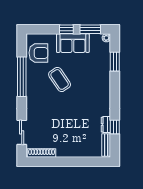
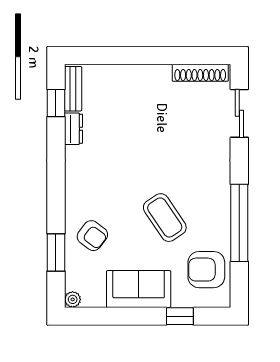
window: (66, 29) -> (180, 316), moved
window: (90, 29) -> (104, 316), removed
armchair: (96, 70) -> (92, 236), added
window: (115, 127) -> (56, 103), moved

